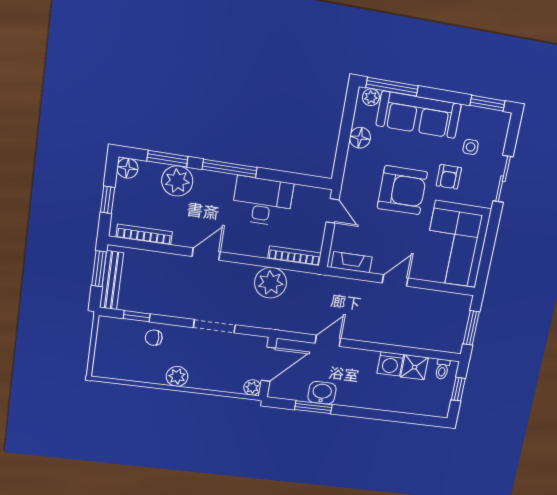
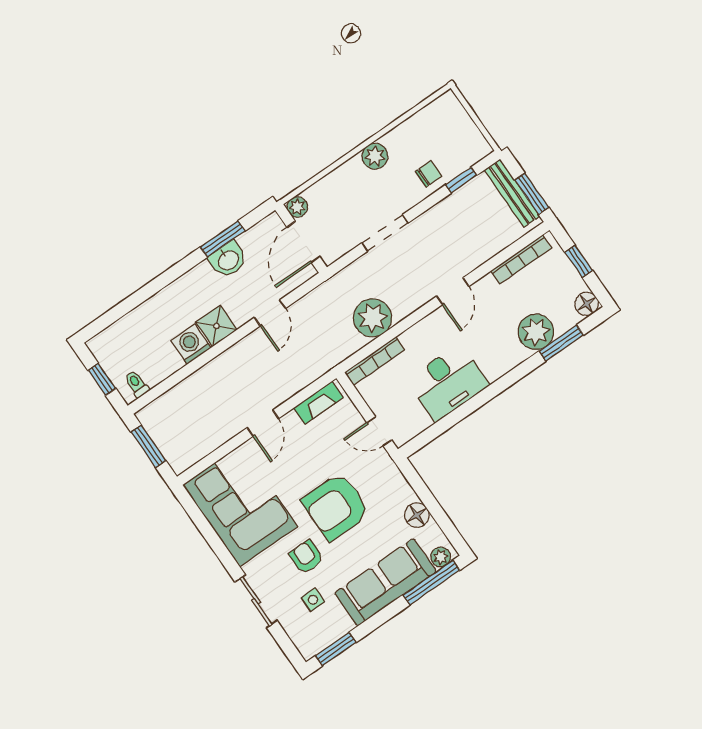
window: (230, 168) -> (502, 384), removed
shower: (415, 367) -> (217, 326), moved

